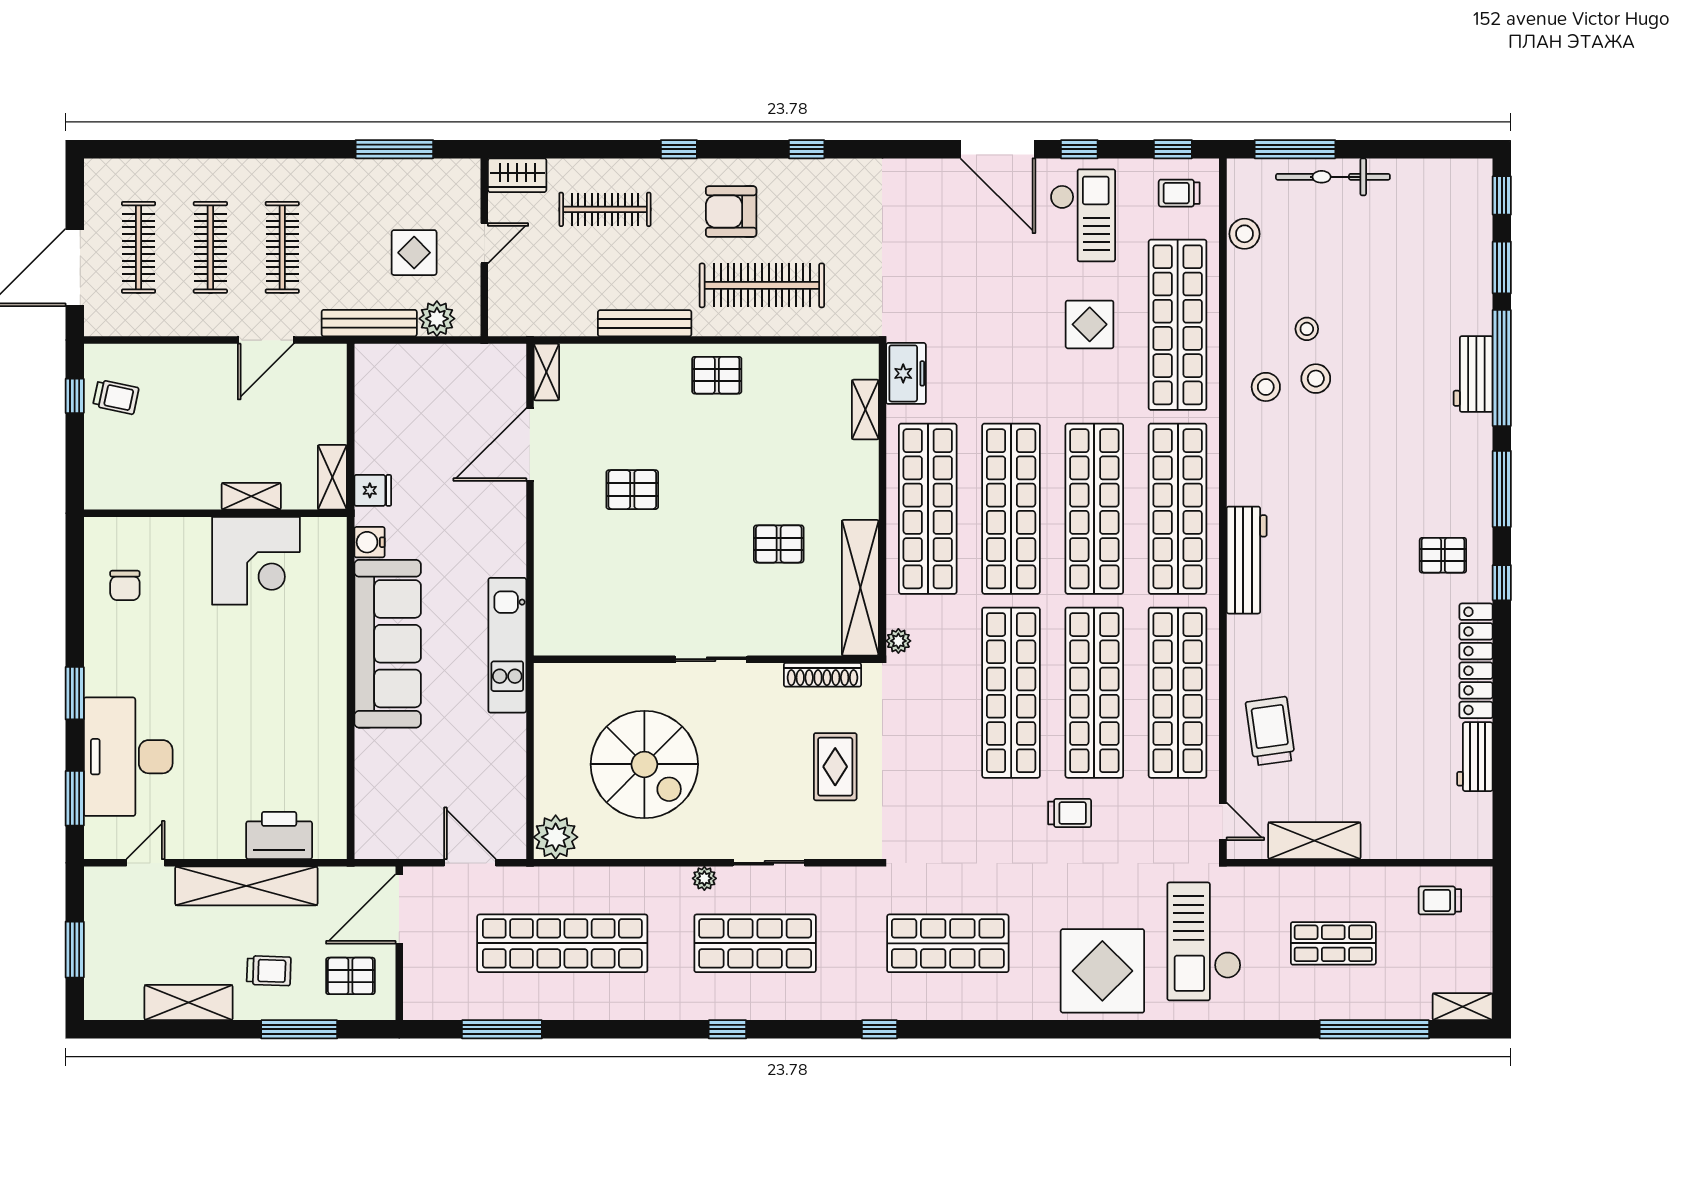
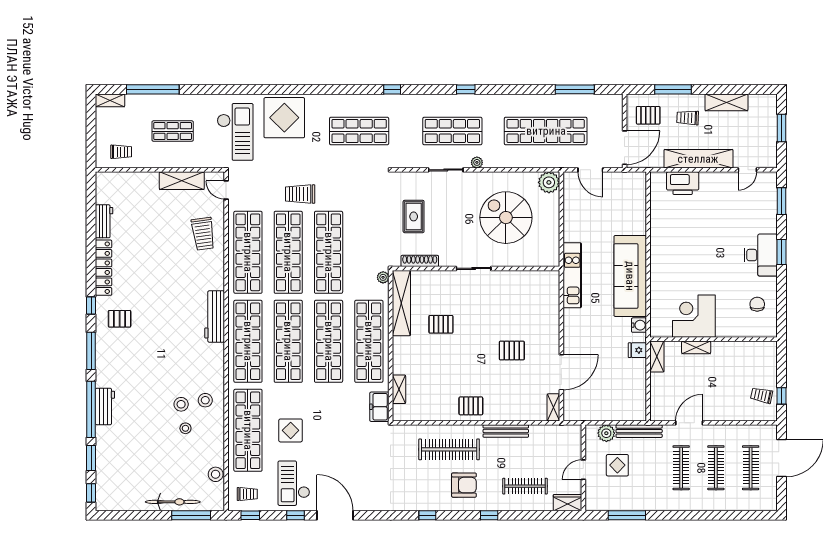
desk: (128, 757) -> (761, 255), moved, width x0.73, depth x0.77
trolley: (1070, 813) -> (300, 194), width x1.36, depth x1.39

